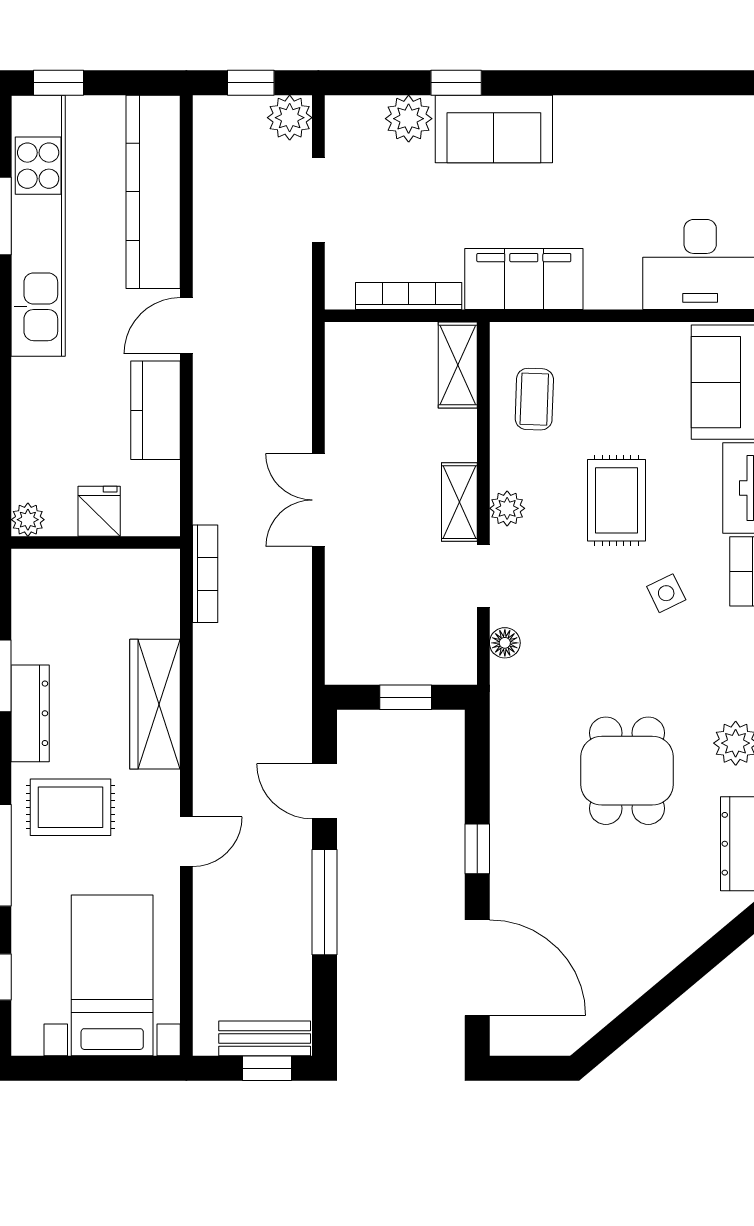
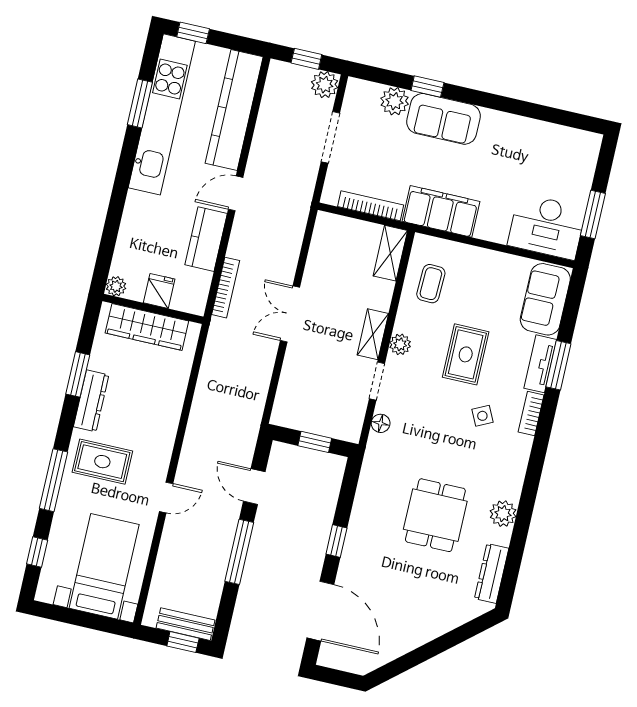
bookcase: (205, 574) -> (226, 288), moved
wardrobe: (155, 704) -> (147, 327), moved, turned -90

